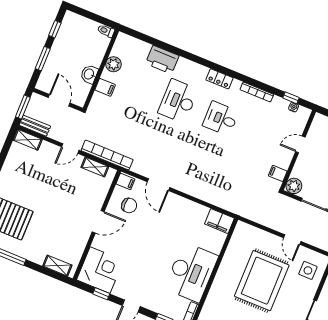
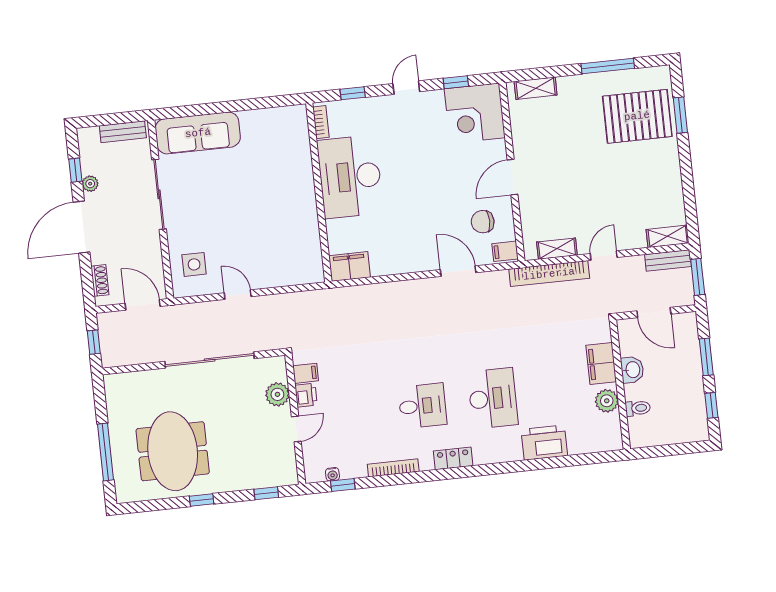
toilet: (106, 31) -> (638, 408), moved
filing cabinet: (105, 87) -> (601, 363), width x2.00
printer: (284, 161) -> (306, 395), added
plant: (294, 186) -> (277, 394), moved
rug: (262, 281) -> (249, 217), removed

